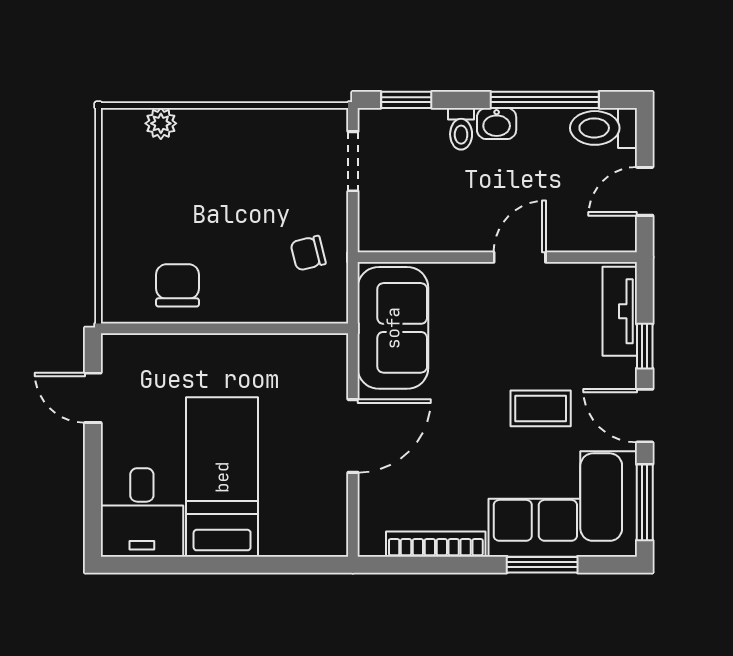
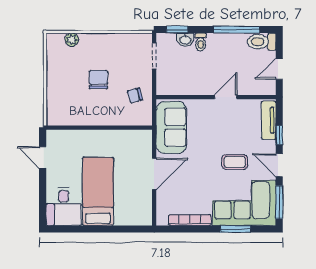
washbasin: (497, 123) -> (185, 40), moved
chair: (178, 285) -> (98, 79), moved

